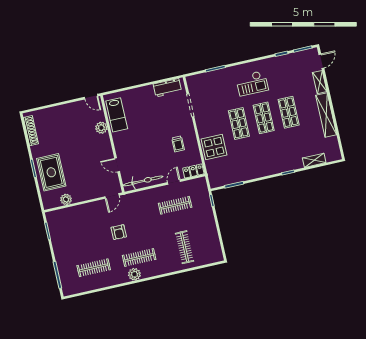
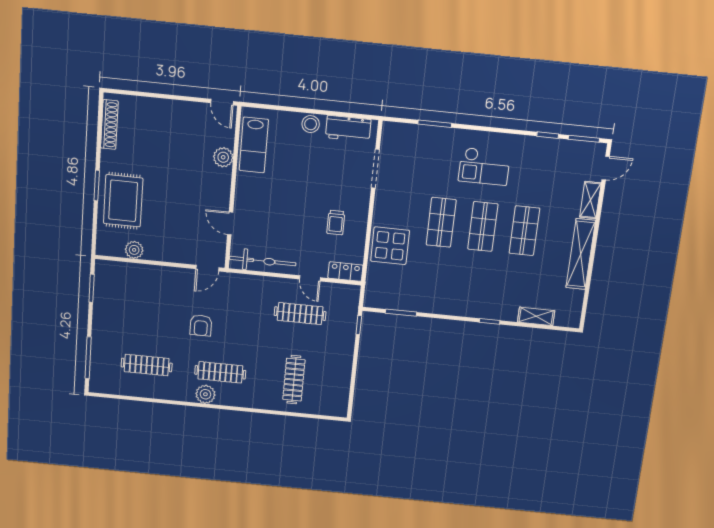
stool: (145, 92) -> (311, 124), added
door: (174, 182) -> (310, 278), swing flipped

